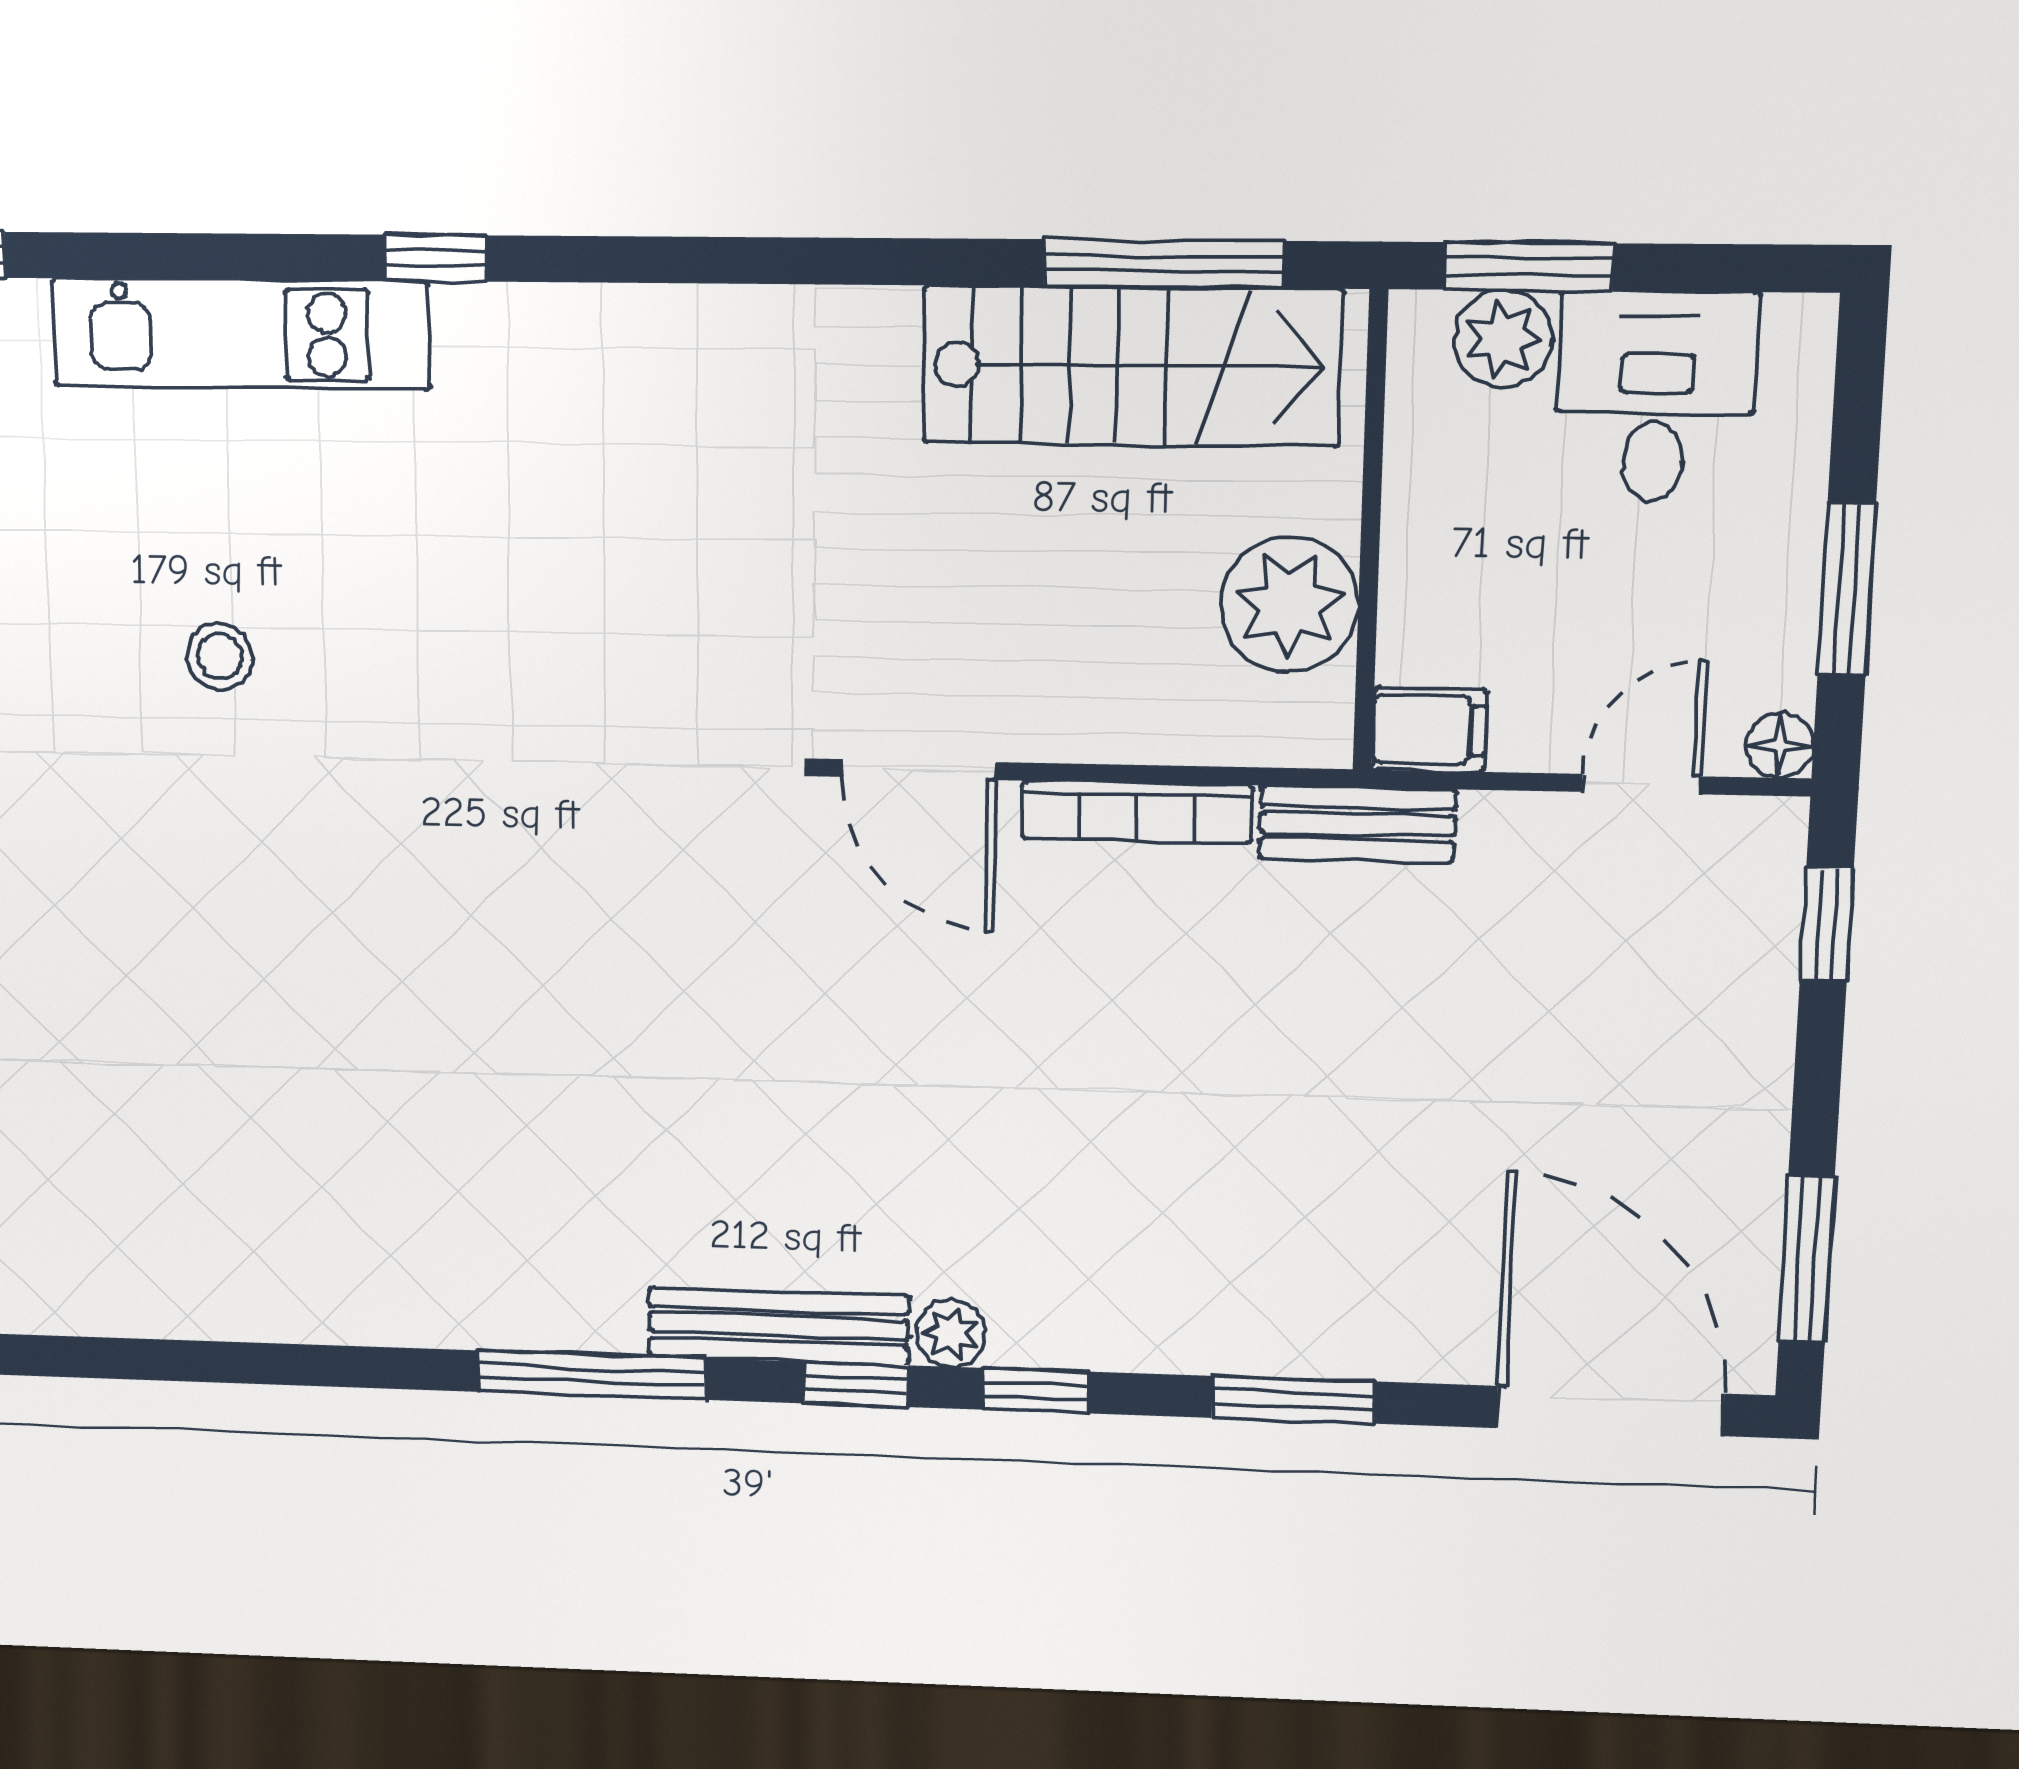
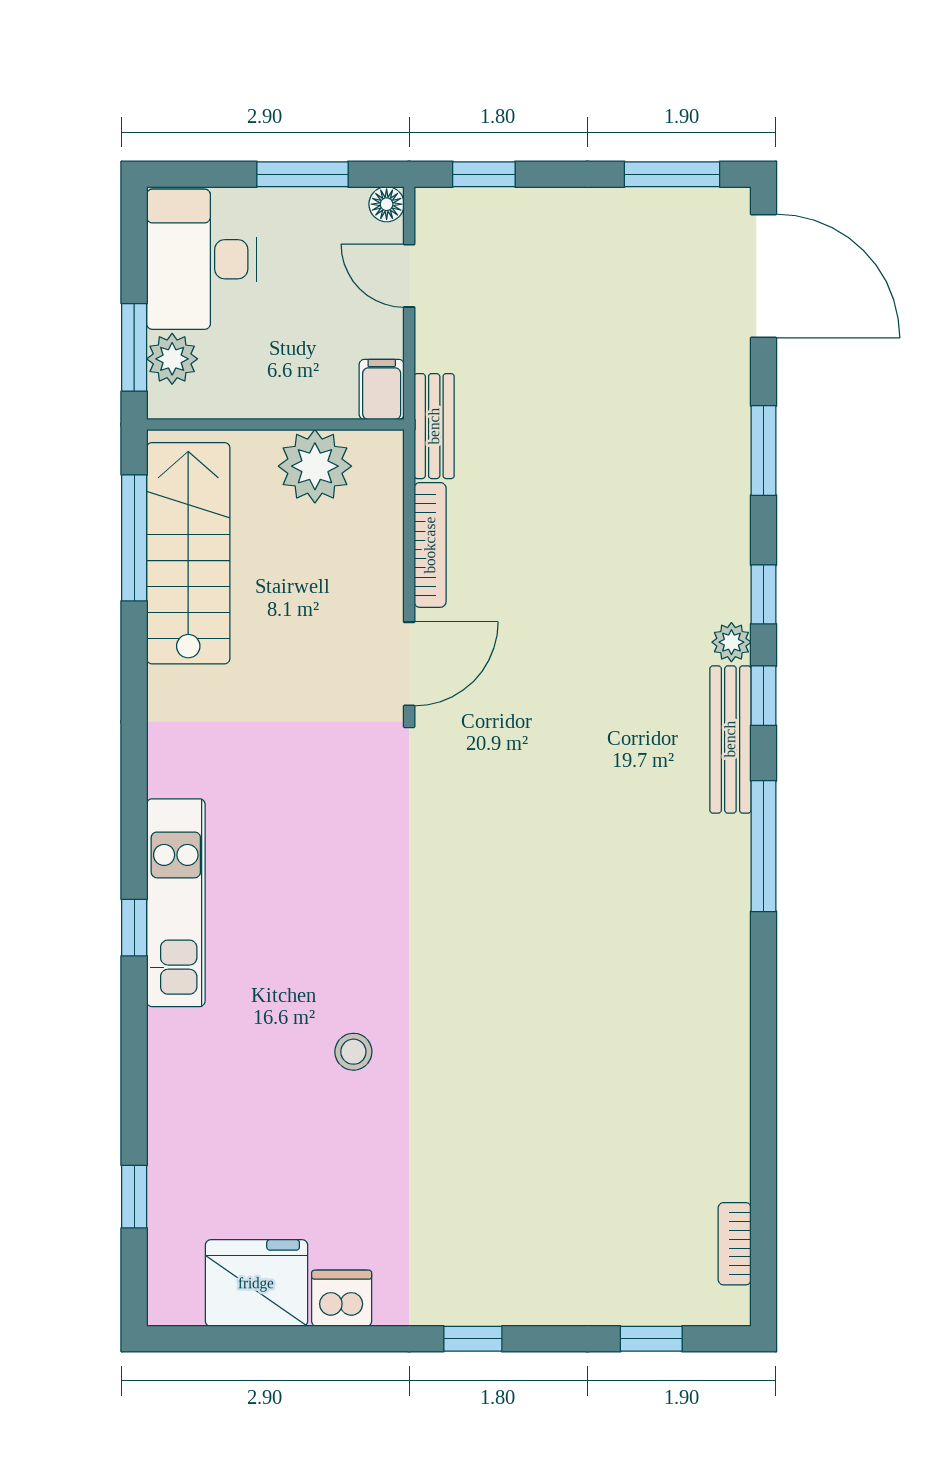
kitchen unit: (241, 334) -> (176, 903), moved
desk: (1656, 397) -> (202, 259), width x1.37
door: (1610, 1411) -> (763, 276), swing flipped

